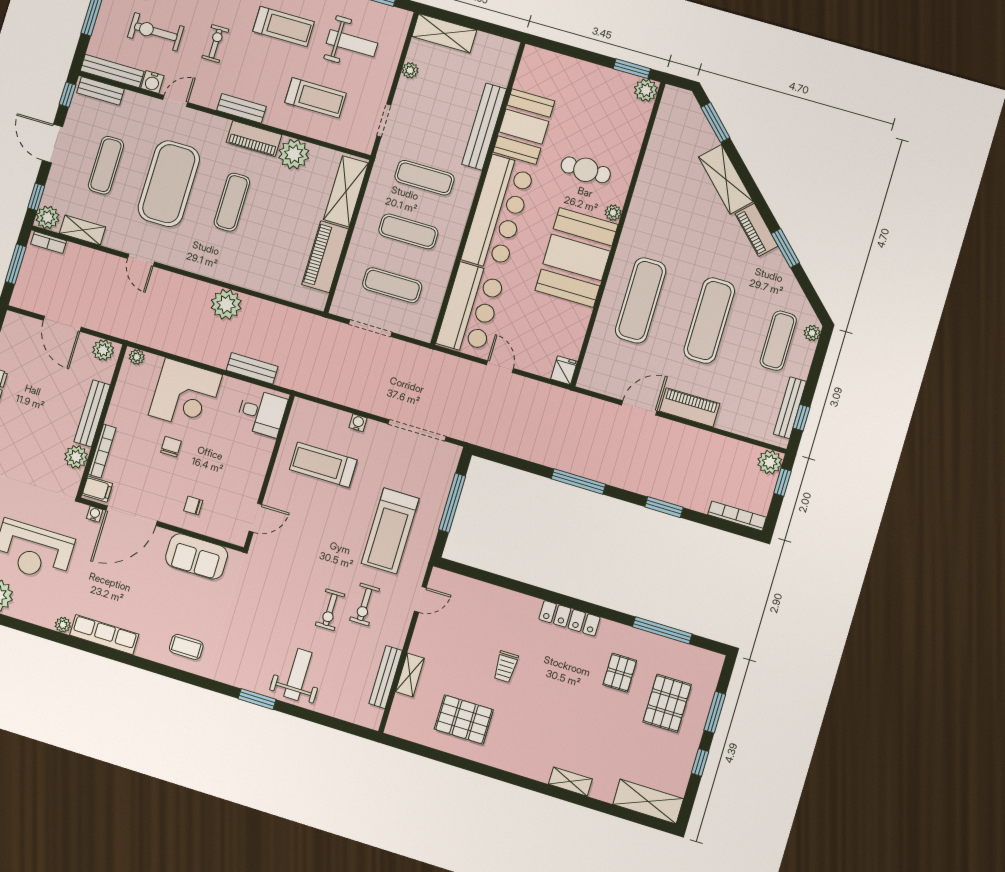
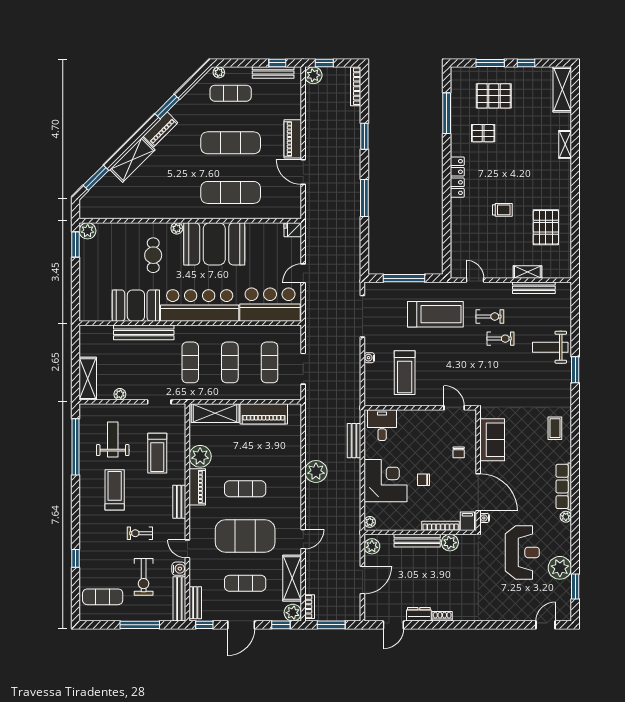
treadmill: (316, 98) -> (157, 453), turned 180
shelving: (83, 230) -> (292, 578), width x1.50, depth x1.33

